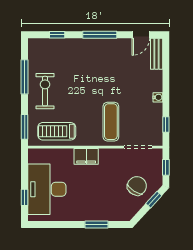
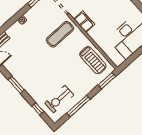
window: (100, 35) -> (16, 85), width x0.69
exercise bike: (45, 91) -> (59, 99), moved
filing cabinet: (86, 156) -> (84, 22), moved

